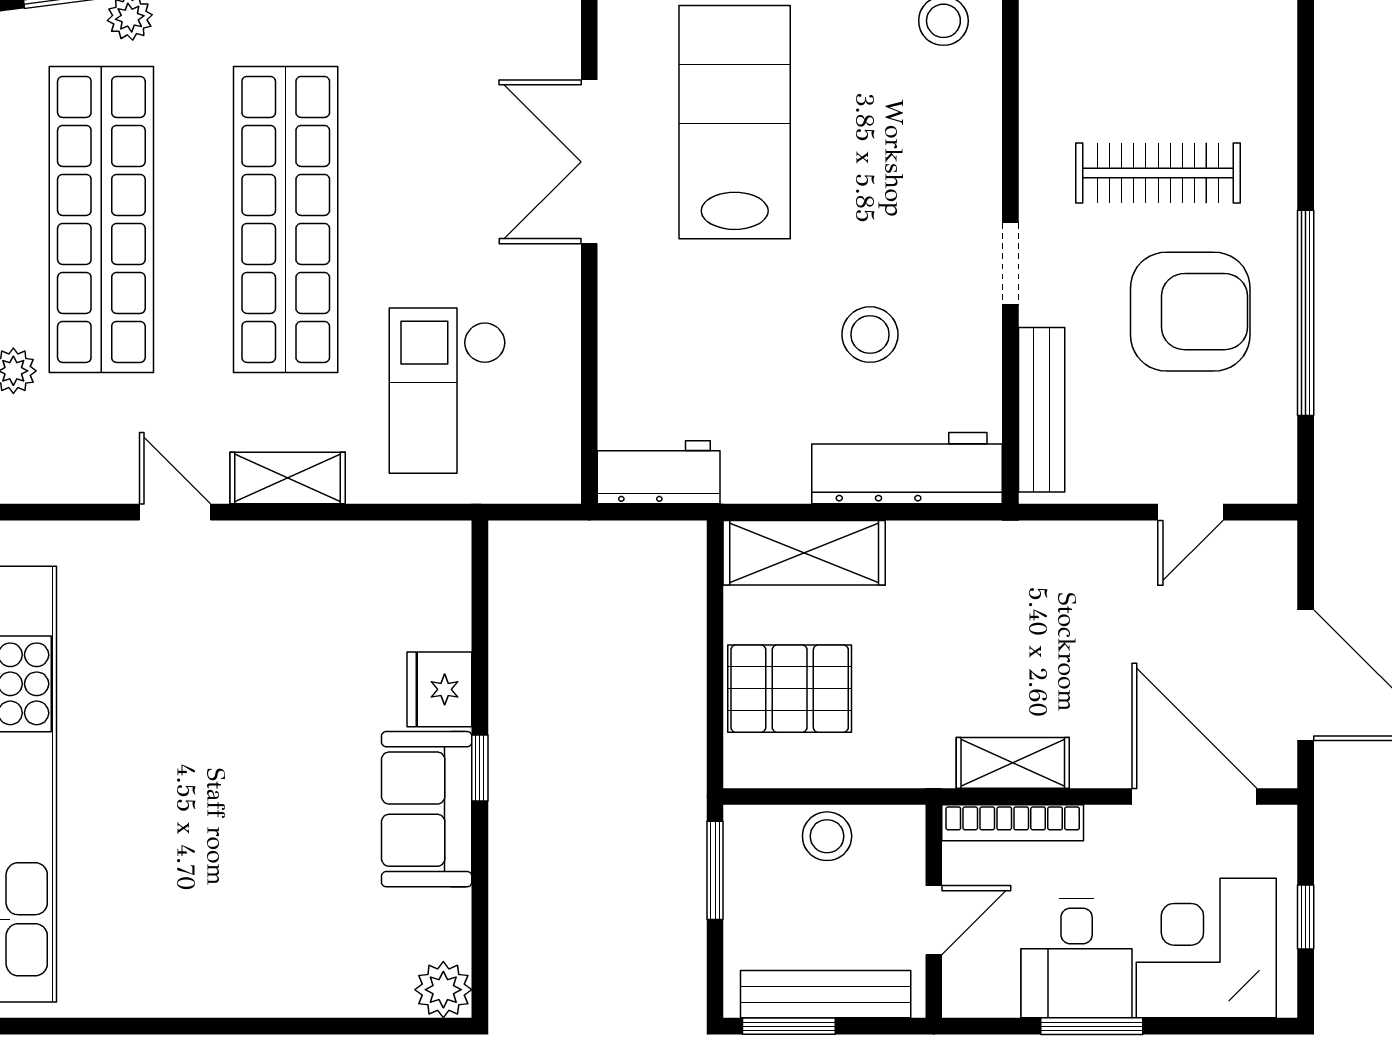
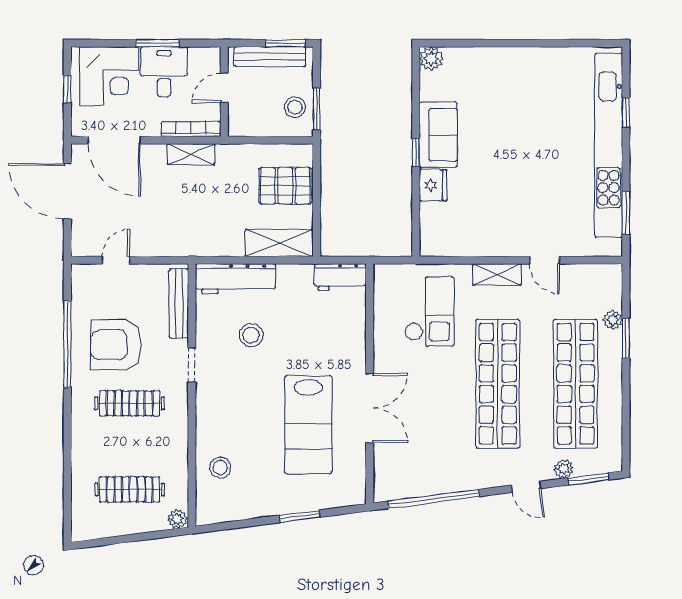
stool: (827, 836) -> (295, 107), moved

